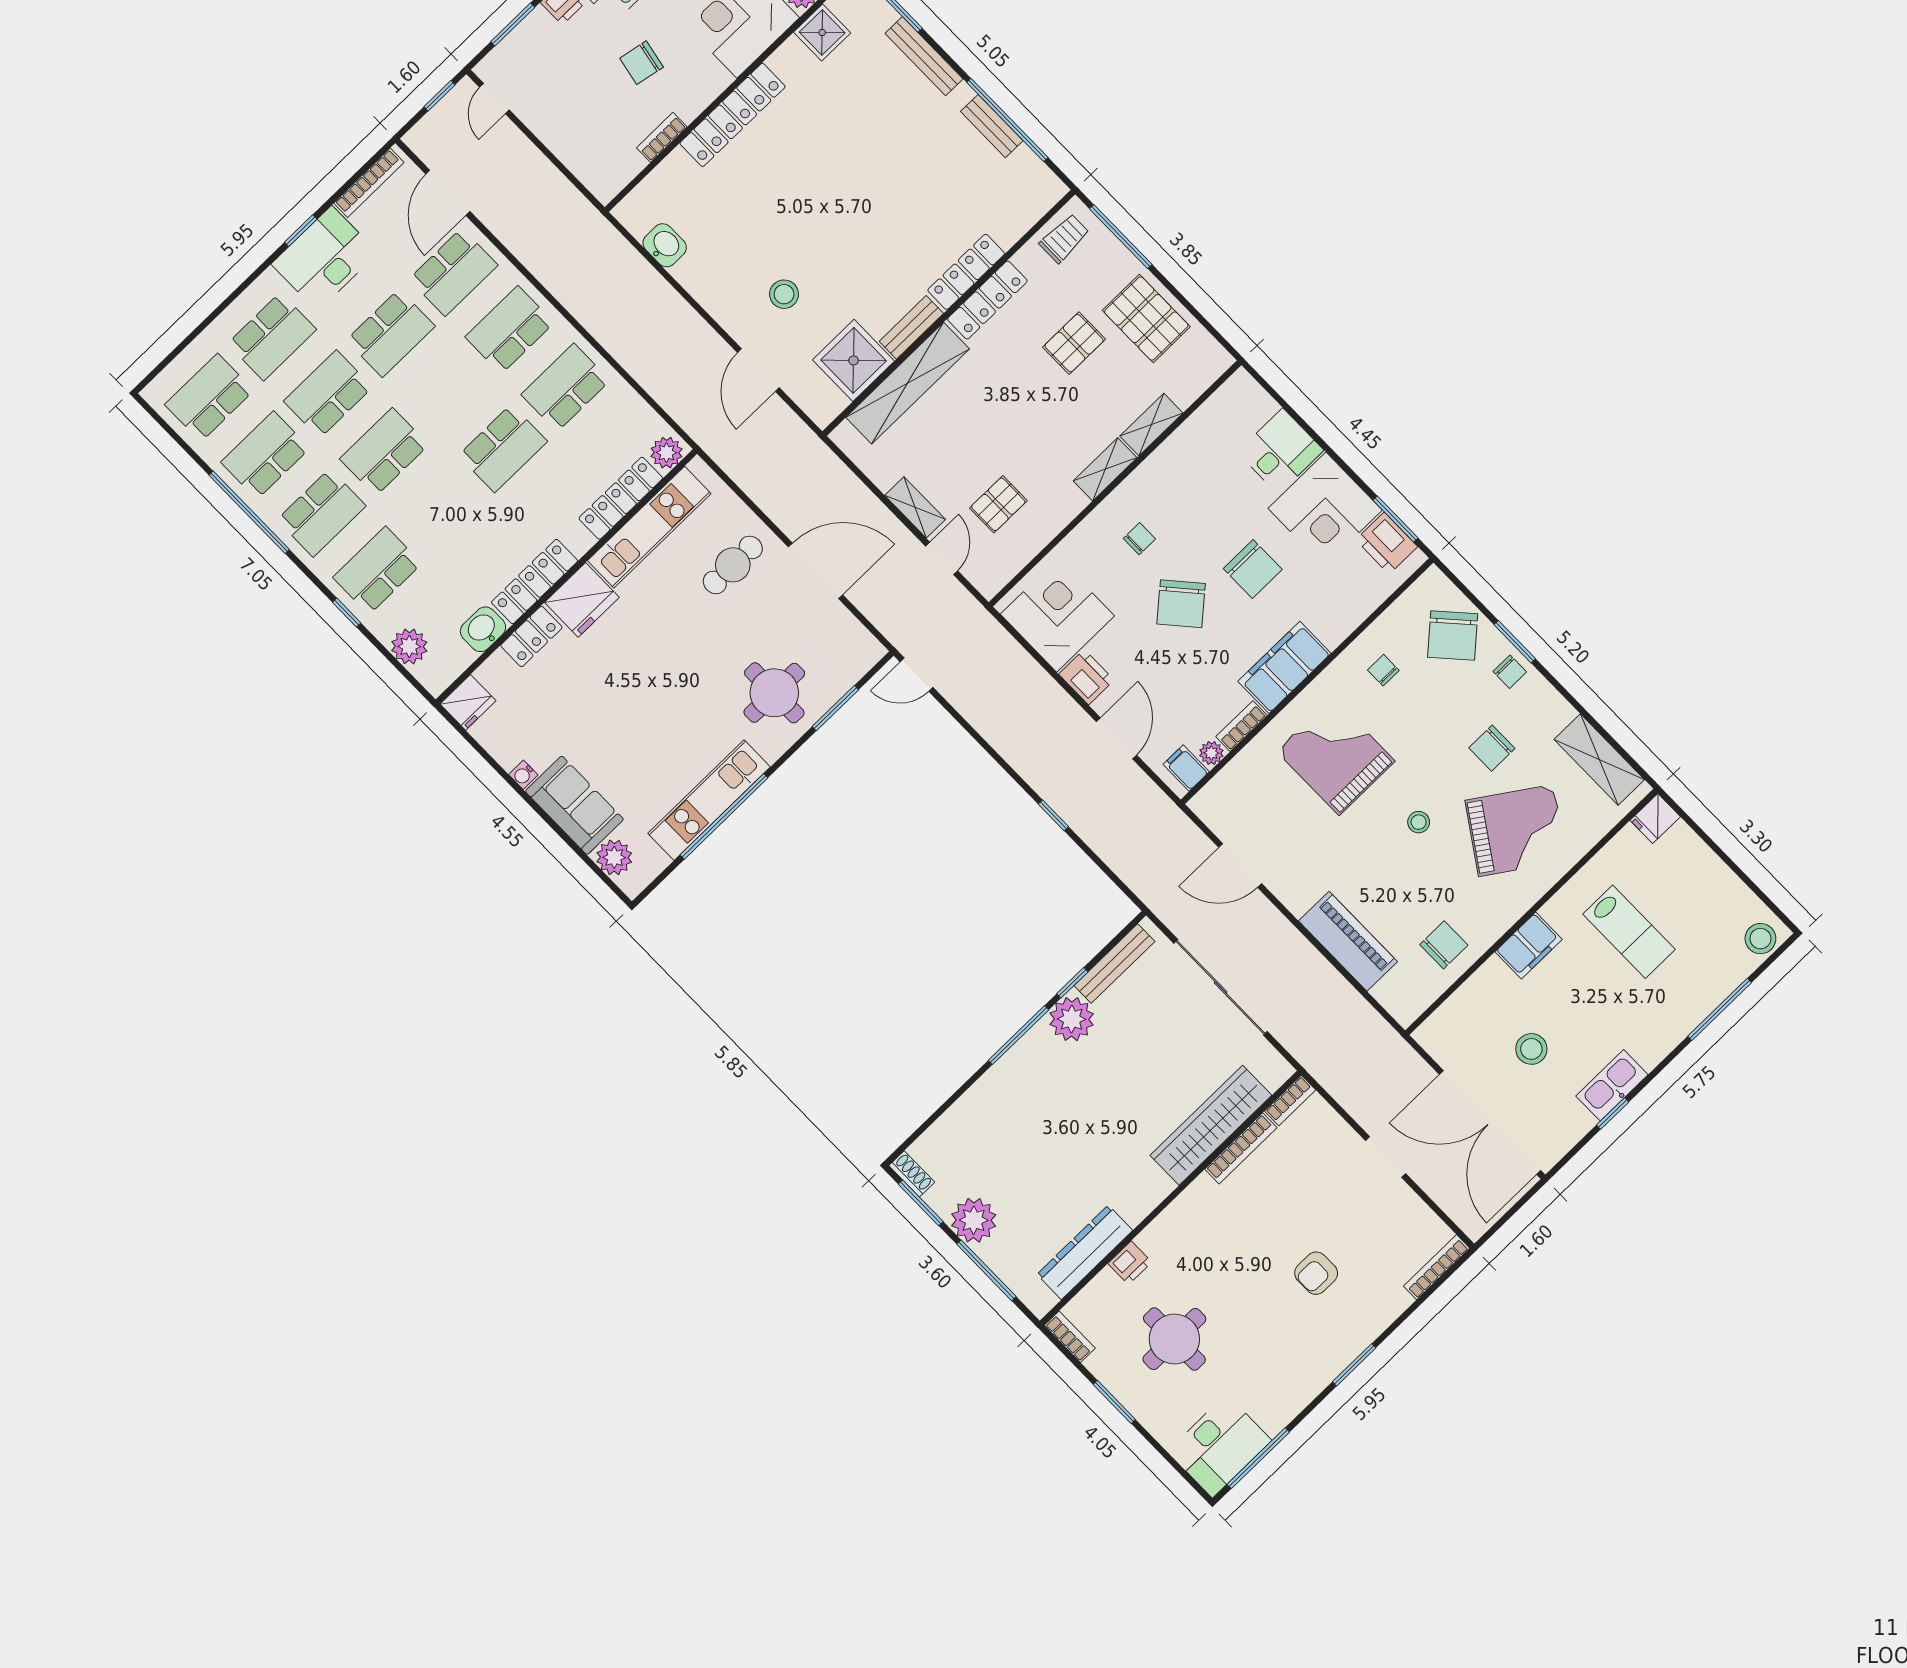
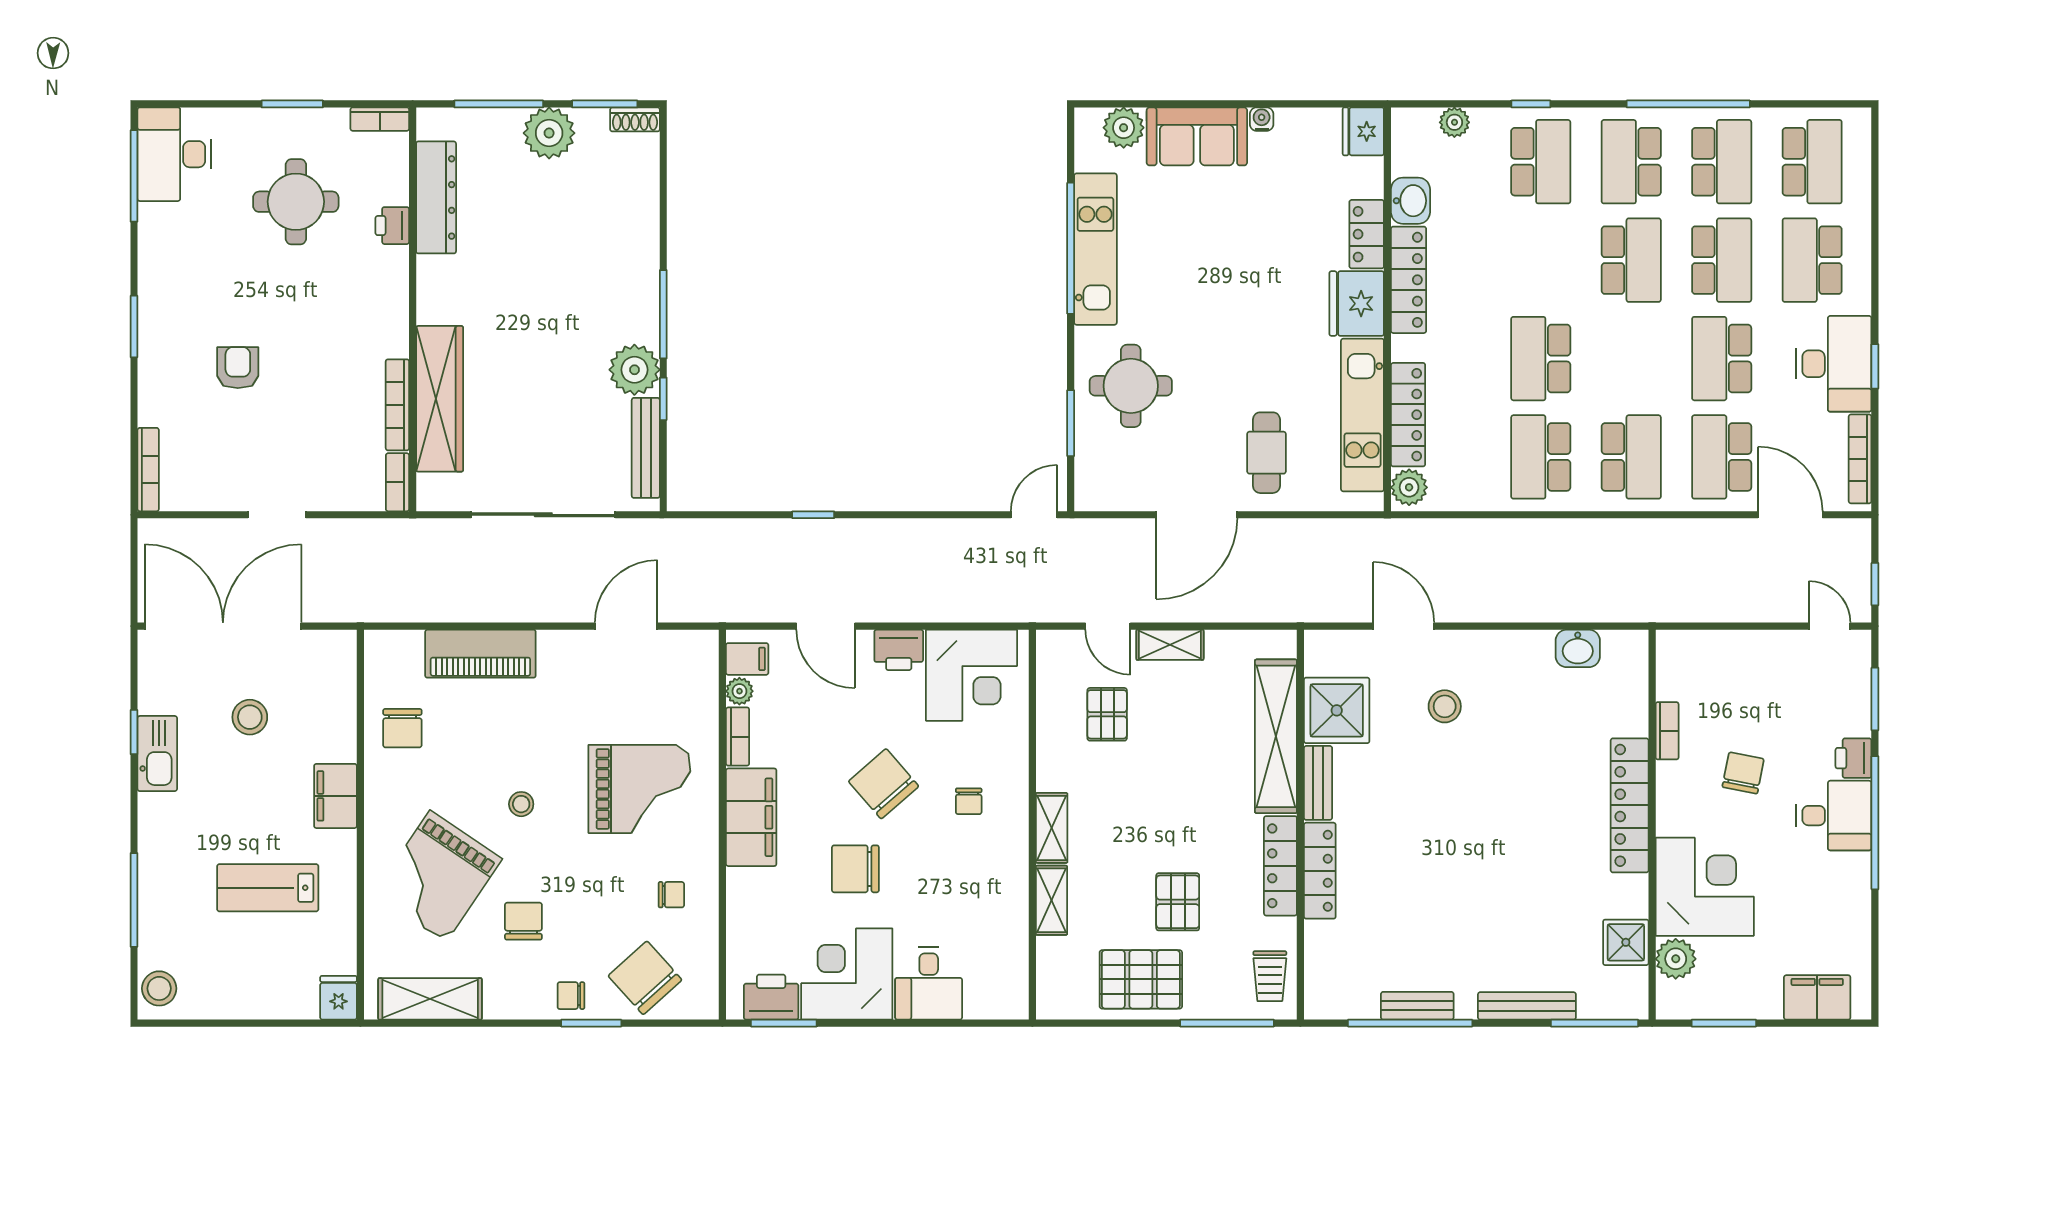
school desk: (566, 387) -> (1541, 457), turned 180
plant: (409, 646) -> (1454, 122), width x0.73, depth x0.73

